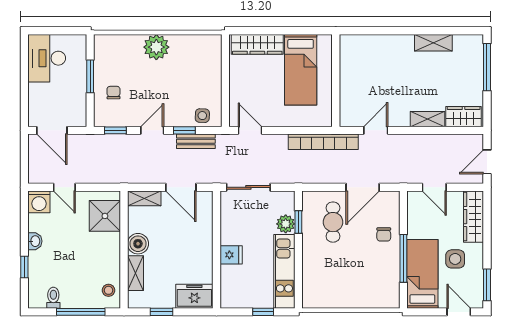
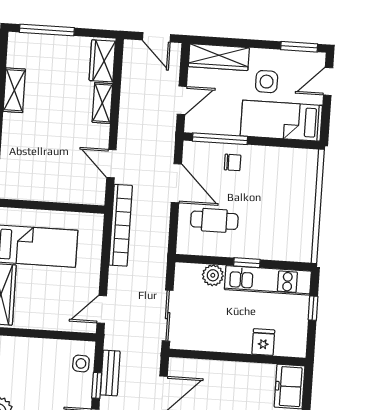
window: (298, 222) -> (247, 263), moved
fridge: (231, 255) -> (263, 342), moved
window: (403, 258) -> (220, 139), moved

